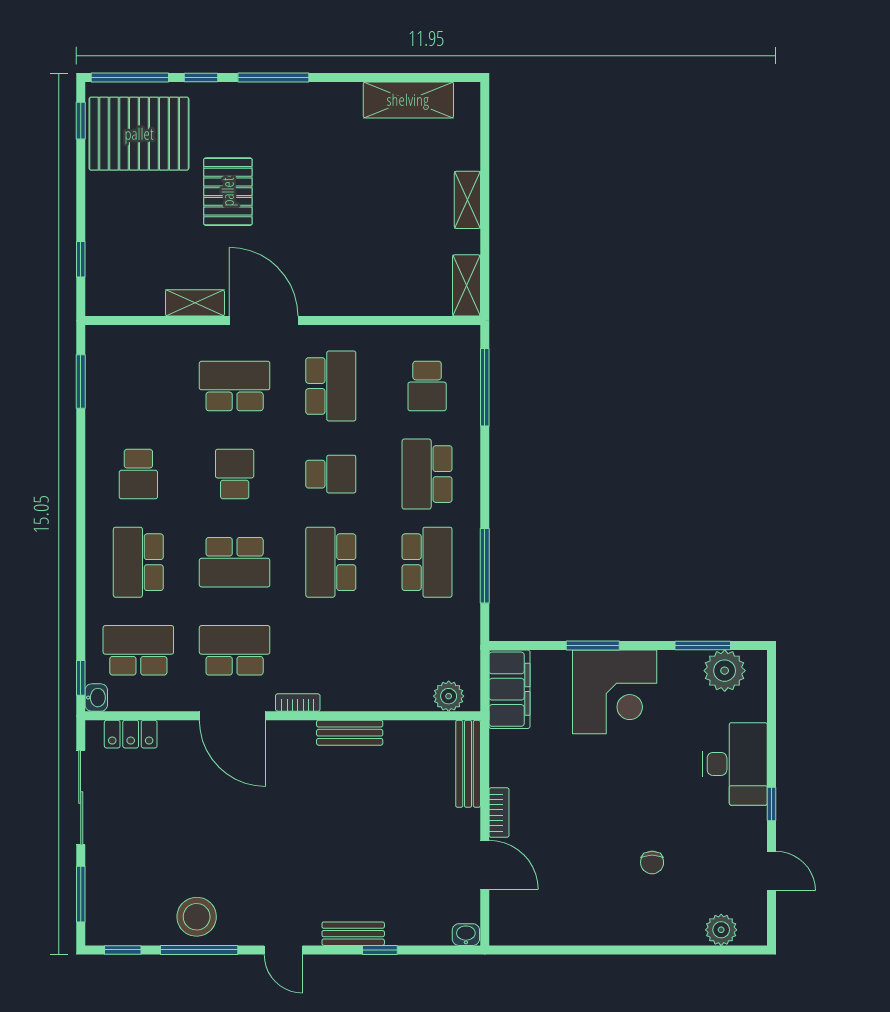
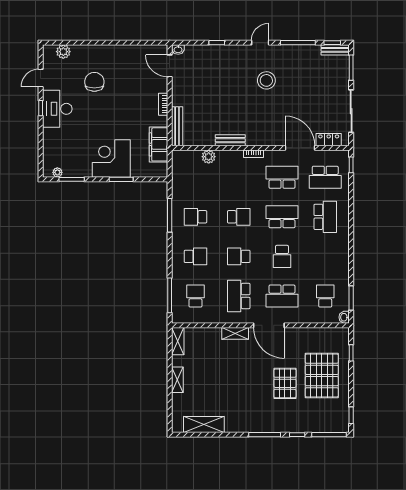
pallet: (139, 134) -> (322, 376), moved, turned 90
shelving: (195, 303) -> (235, 333), moved
school desk: (138, 474) -> (325, 296), moved
school desk: (427, 474) -> (195, 256), width x0.54
school desk: (331, 562) -> (239, 217), width x0.54
school desk: (427, 562) -> (195, 217), width x0.54
school desk: (235, 650) -> (282, 177), turned 180
plant: (725, 671) -> (57, 172), width x0.53, depth x0.53
filing cabinet: (509, 689) -> (158, 144), moved
plant: (449, 696) -> (209, 157), moved
washbasin: (96, 698) -> (344, 317), moved
door: (232, 716) -> (300, 148), moved
desk: (735, 764) -> (57, 109), moved
chair: (652, 862) -> (94, 82), width x1.87, depth x1.87
door: (485, 865) -> (170, 66), moved
door: (772, 871) -> (41, 78), hinge flipped
stool: (197, 917) -> (266, 80), moved
bench: (353, 934) -> (335, 50), moved
door: (283, 950) -> (260, 43), hinge flipped

